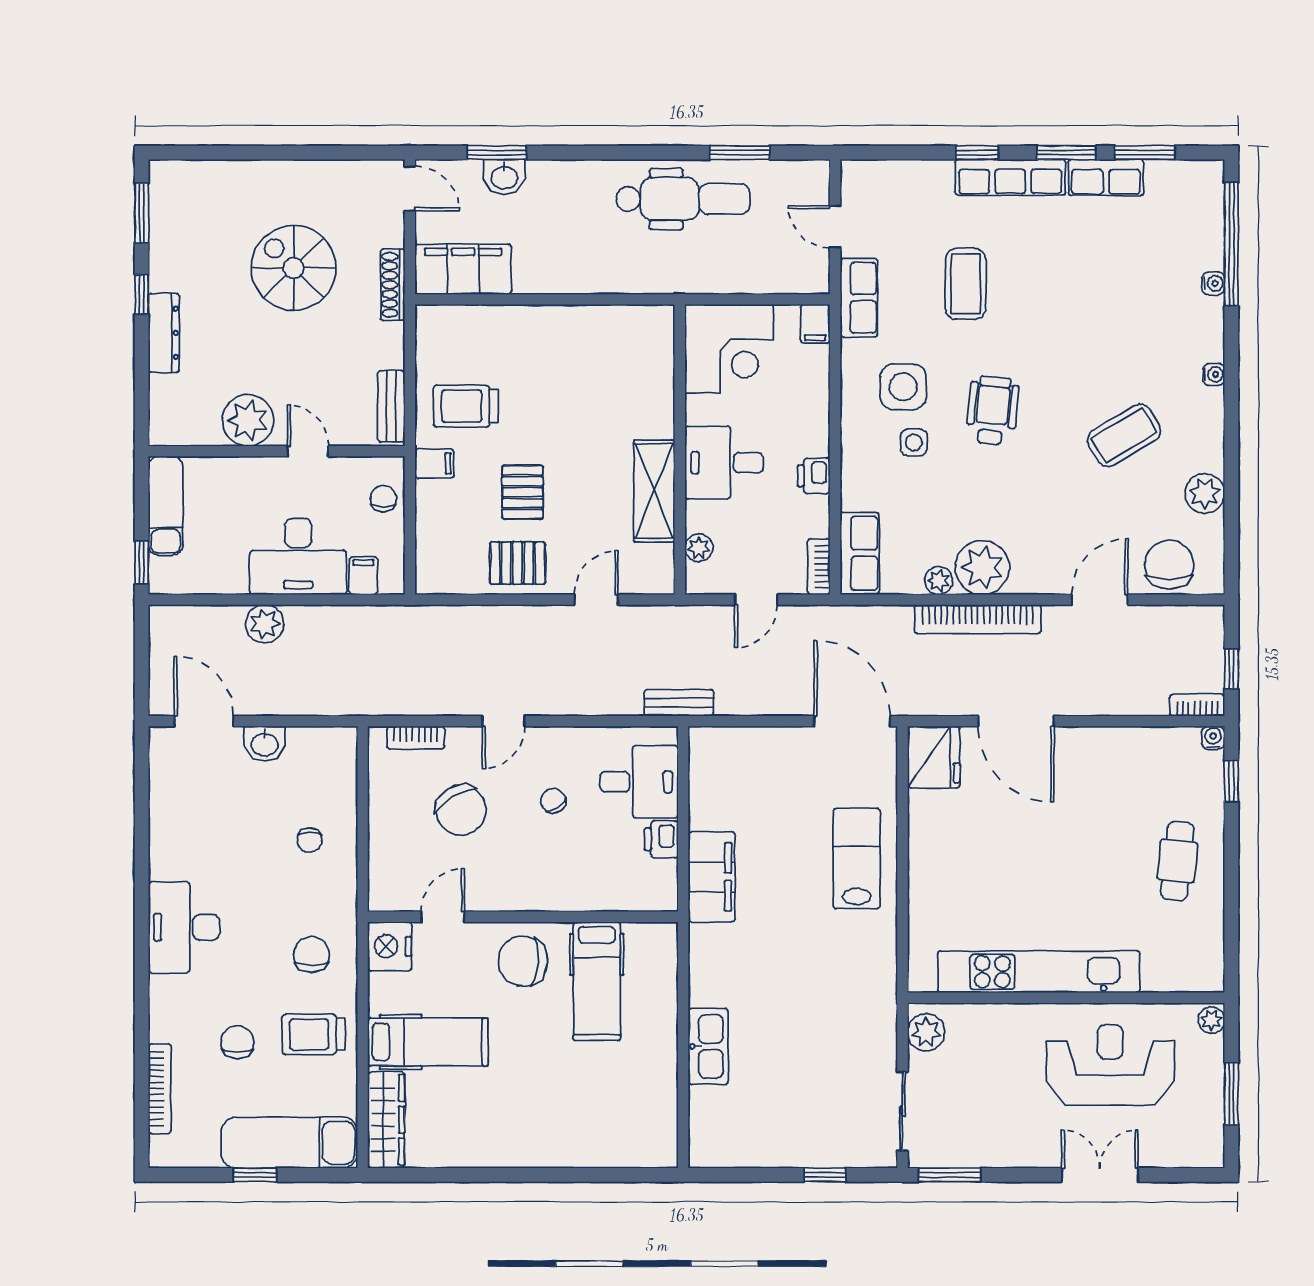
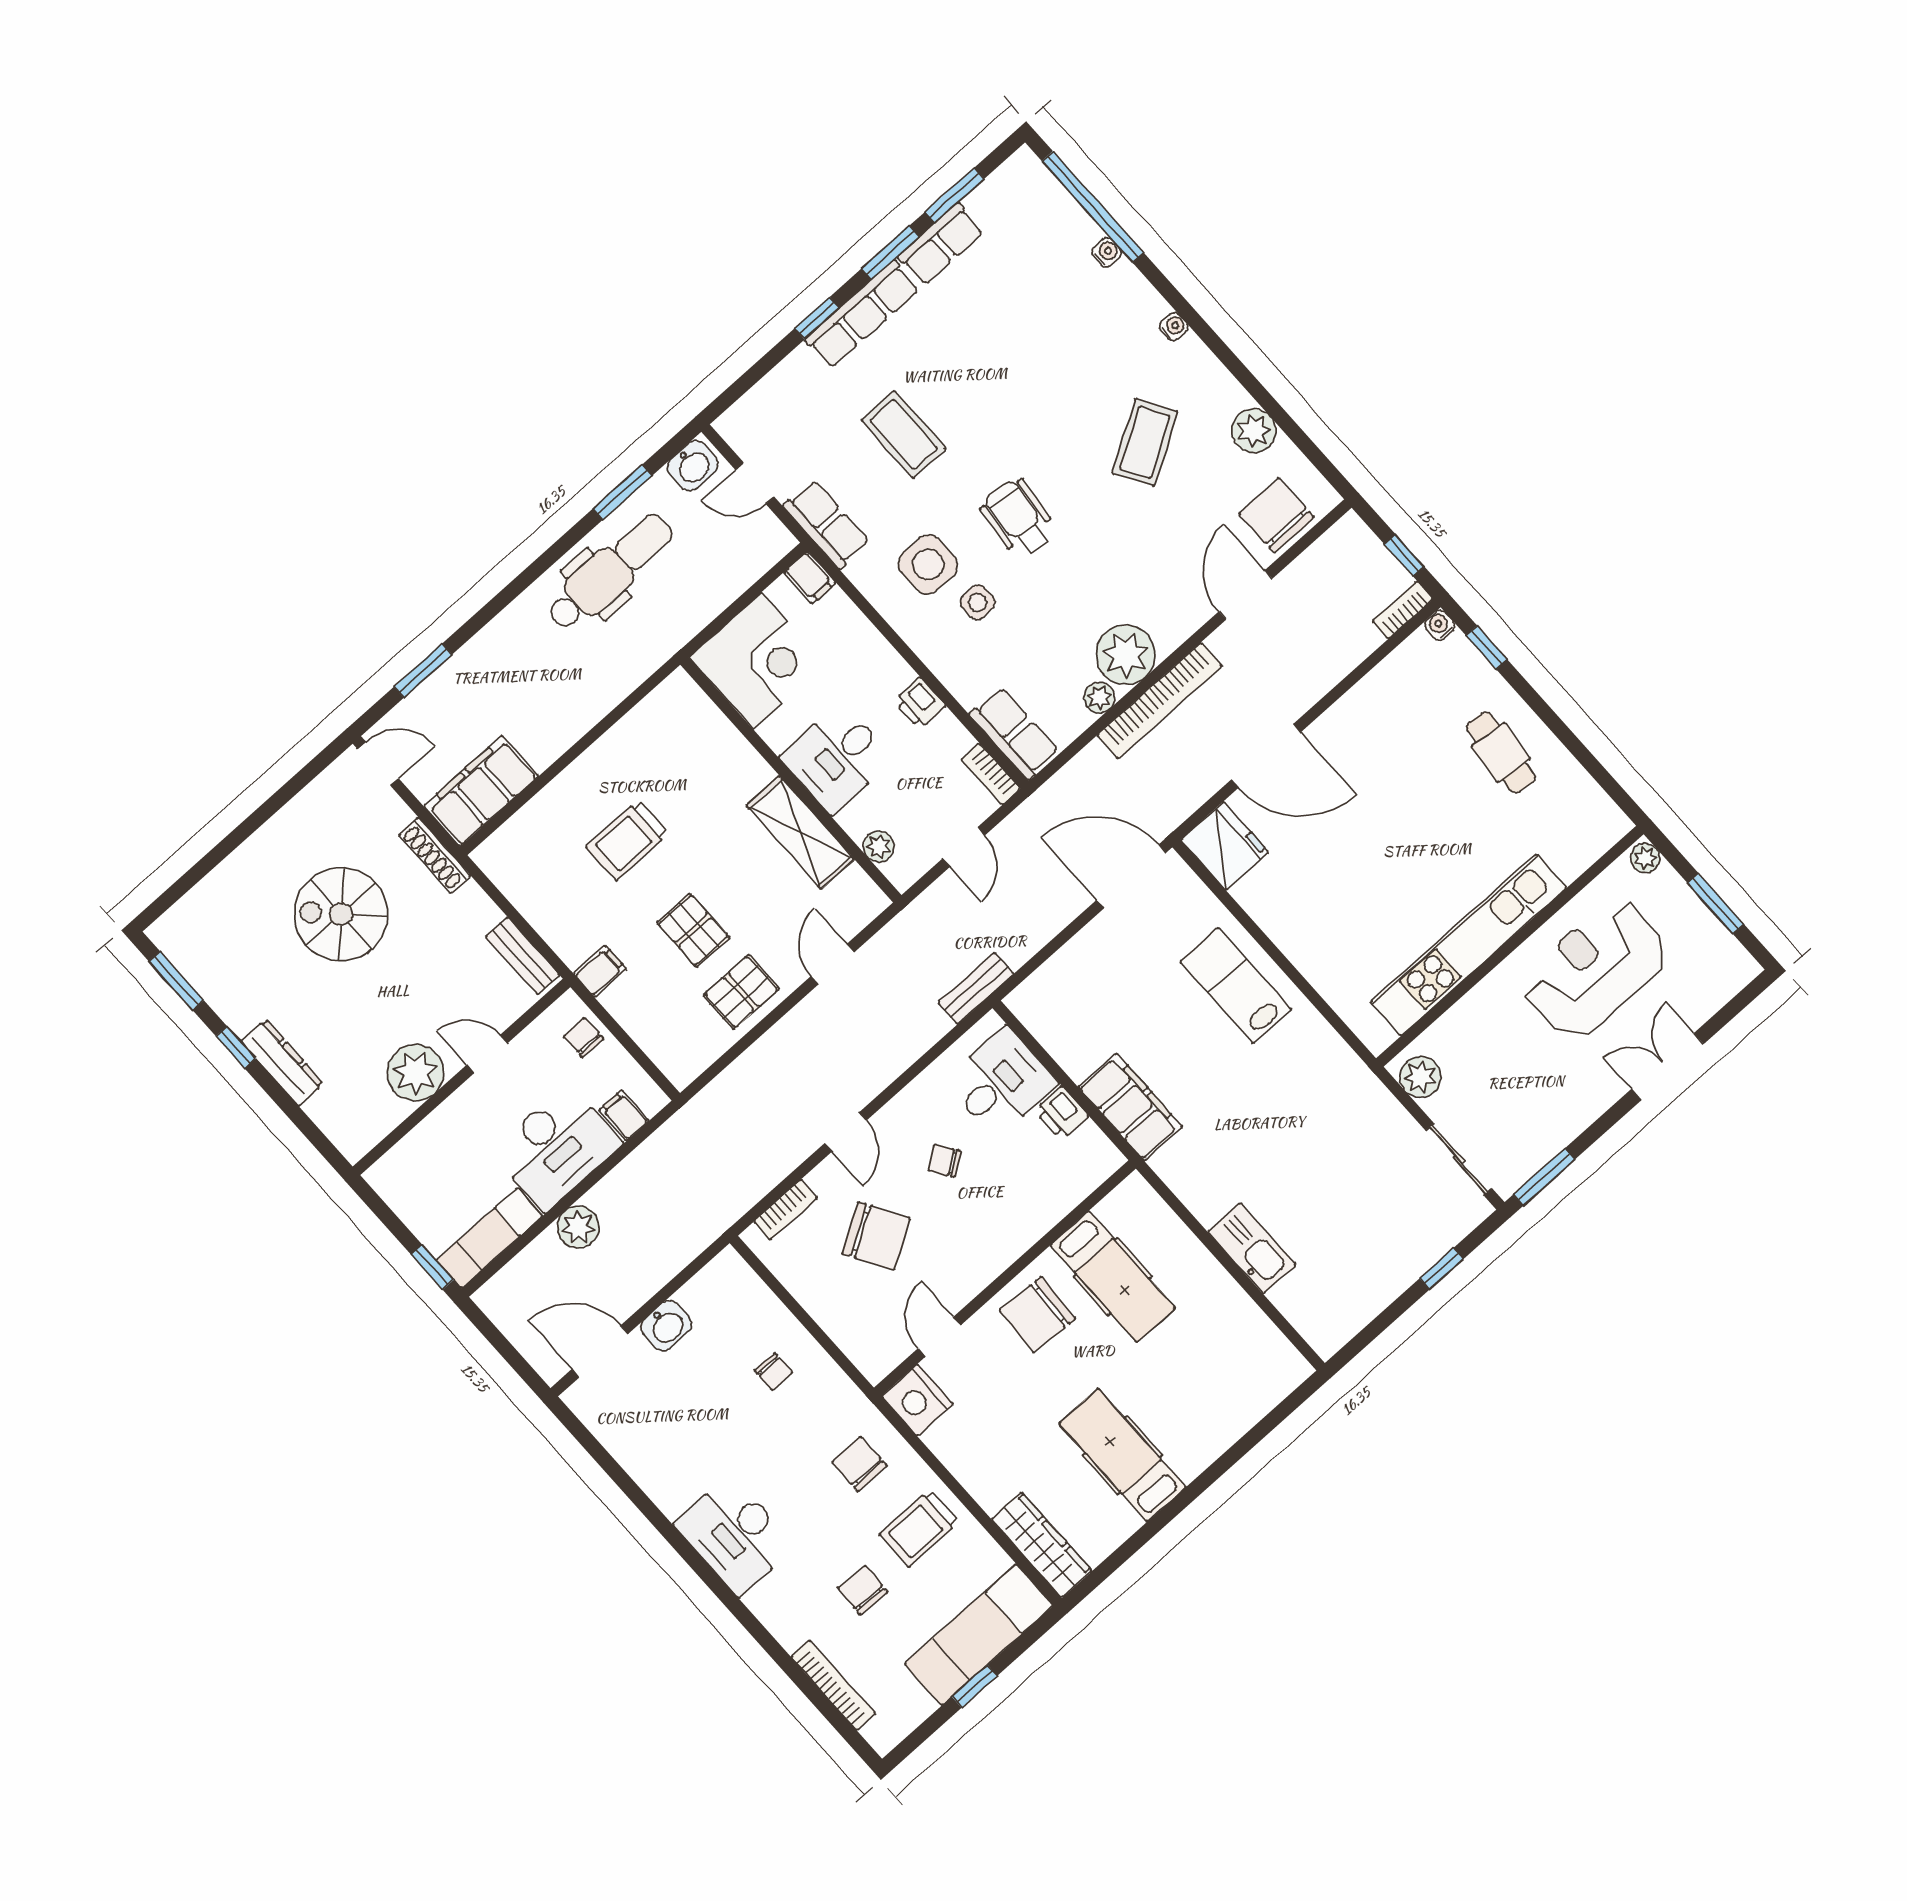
washbasin: (504, 177) -> (692, 466), moved
trolley: (466, 406) -> (627, 840), moved
exam couch: (166, 506) -> (489, 1238), moved, turned -90
hospital bed: (428, 1042) -> (1122, 1455), moved, turned -90

